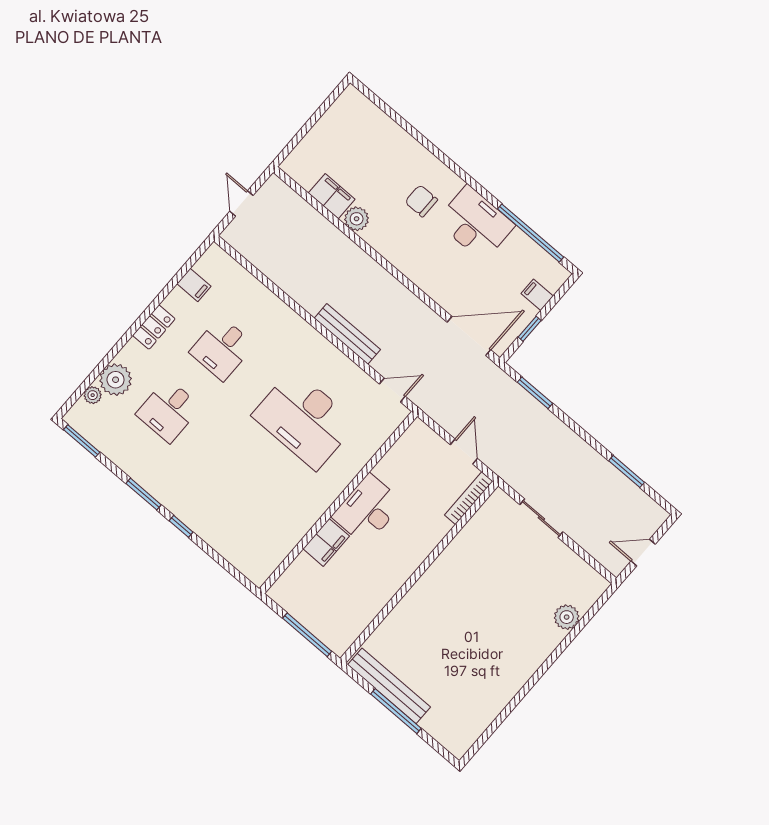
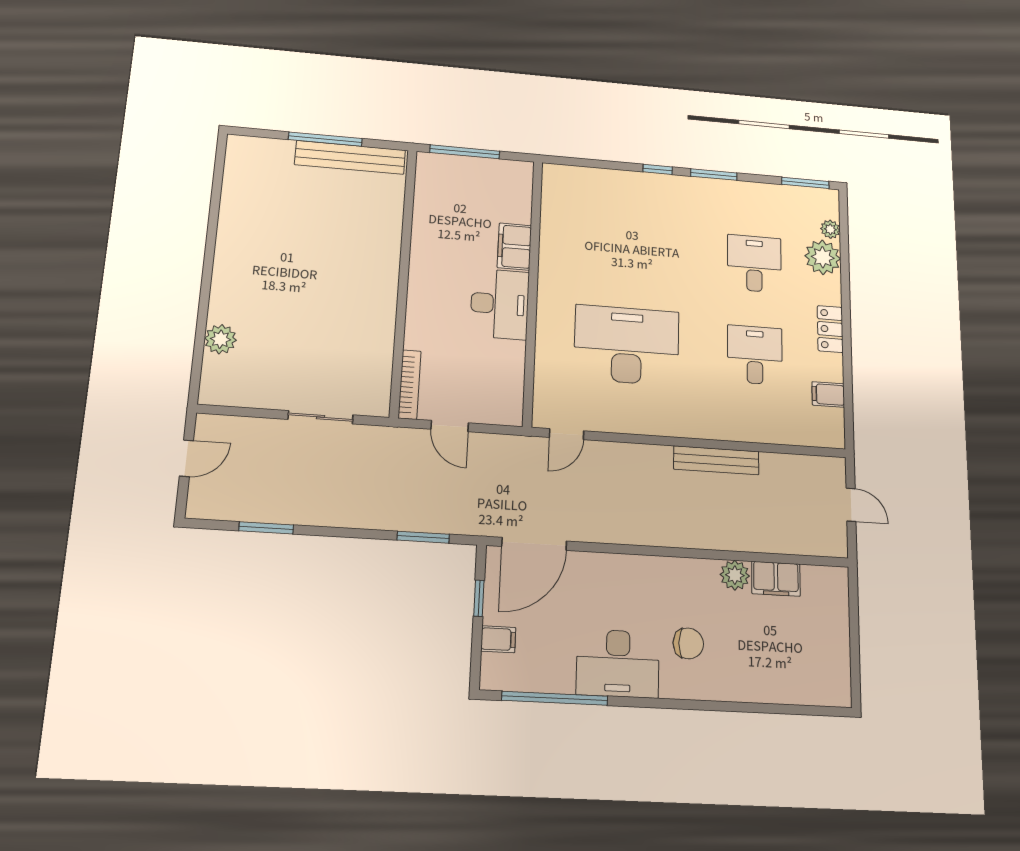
bench: (347, 334) -> (716, 460), moved

